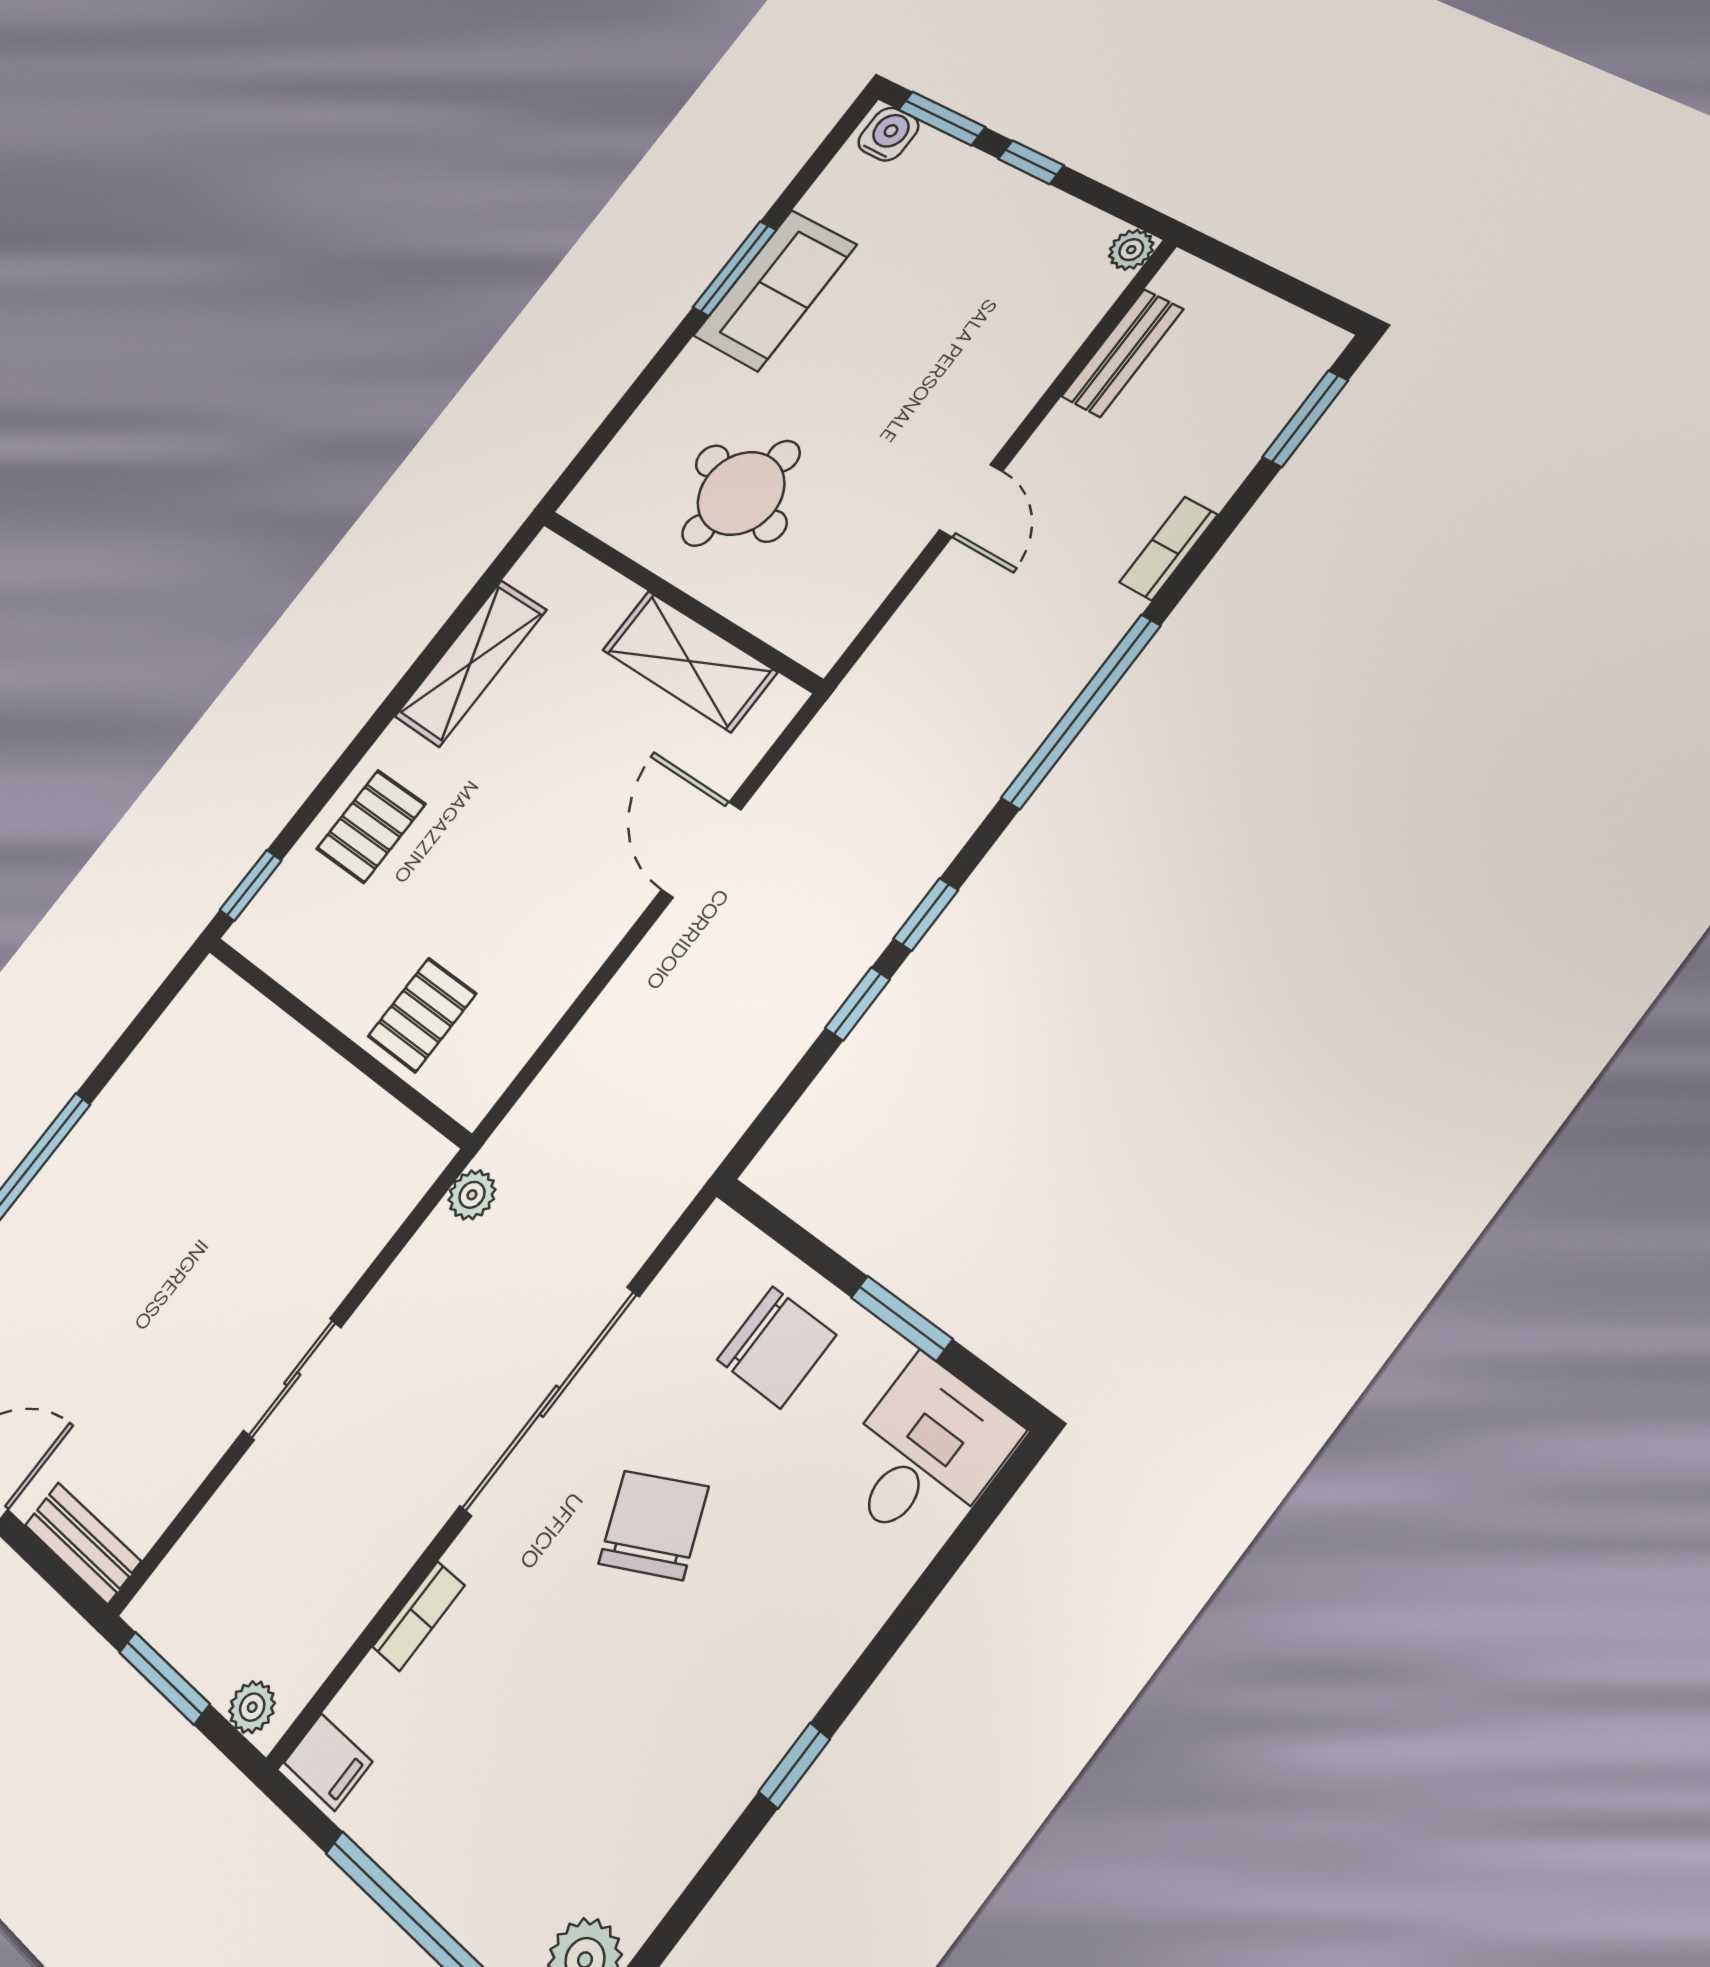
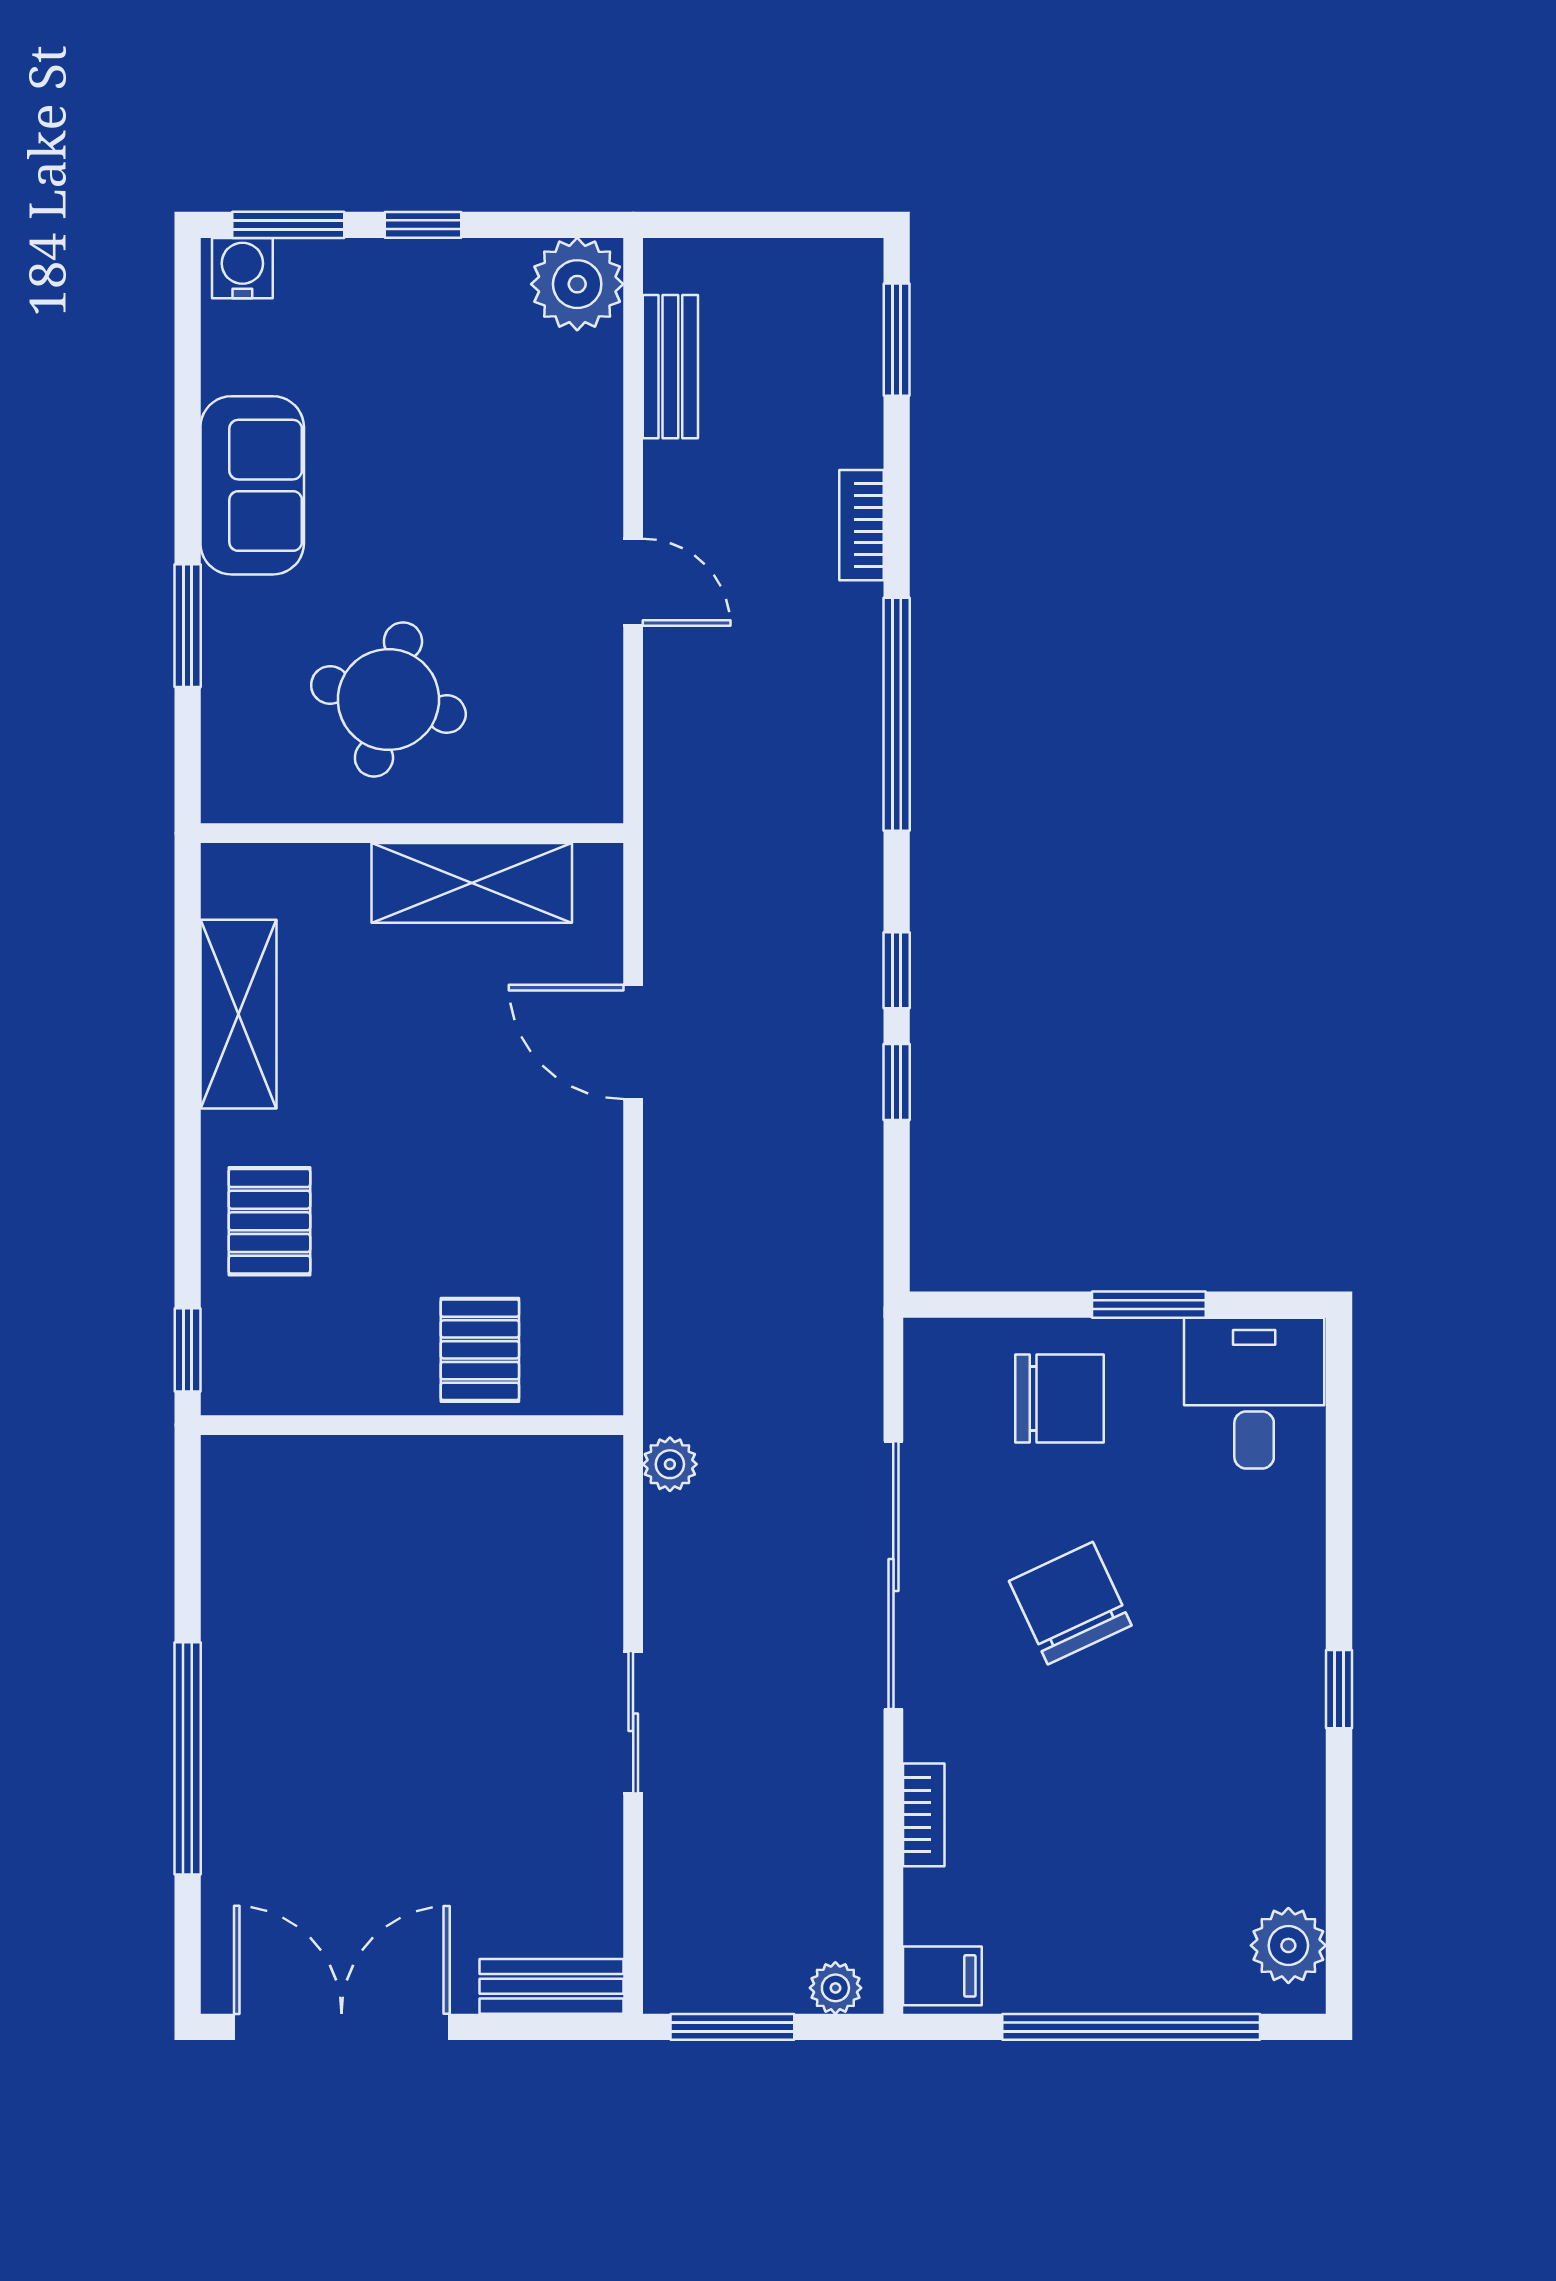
plant: (1131, 250) -> (577, 284), width x1.88, depth x1.88
window: (734, 269) -> (188, 626), moved

